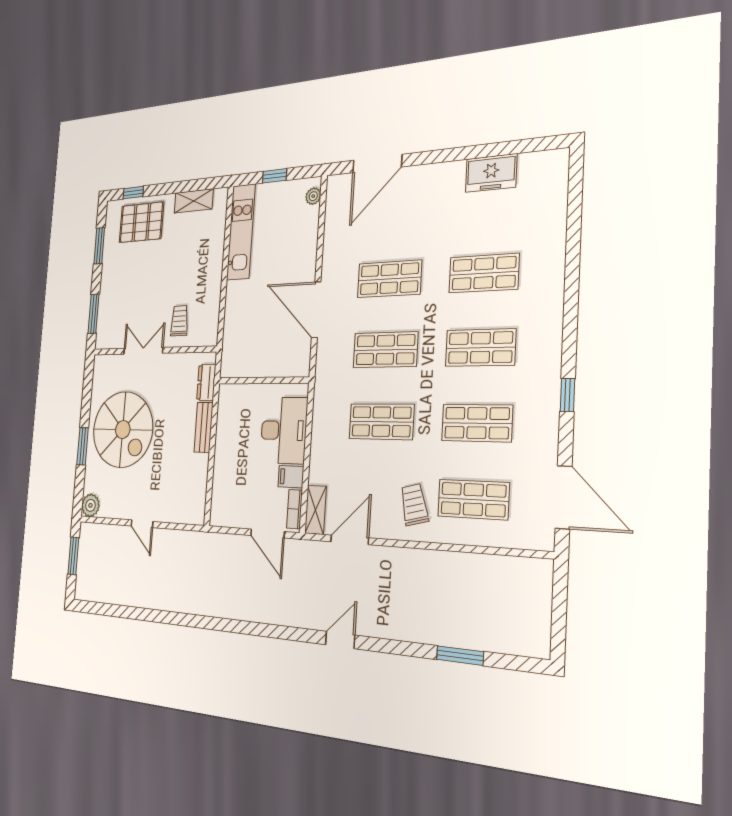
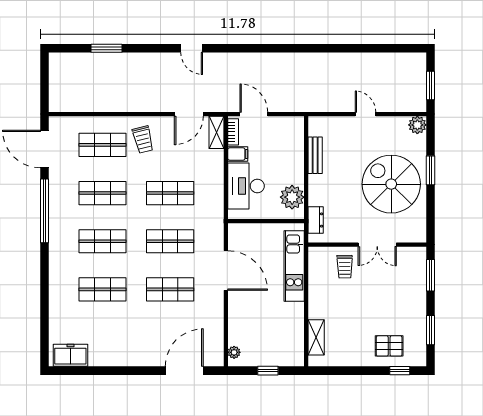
freezer: (491, 173) -> (70, 355), moved
shelving: (194, 201) -> (316, 337), moved, turned 90
pallet: (141, 222) -> (389, 346), width x0.67, depth x0.71
kitchen unit: (241, 232) -> (294, 266), moved
window: (567, 395) -> (45, 211), width x3.17
plant: (231, 414) -> (292, 197), added
bench: (204, 427) -> (315, 155), moved
door: (340, 640) -> (192, 48), hinge flipped

